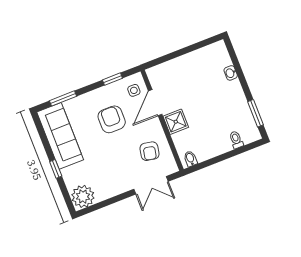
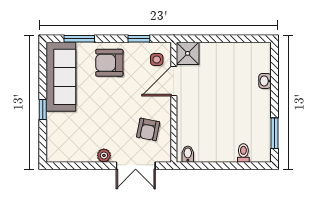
armchair: (112, 119) -> (109, 63), moved, turned -90
shower: (176, 122) -> (188, 53), moved
plant: (83, 196) -> (104, 155), moved, width x0.53, depth x0.53

